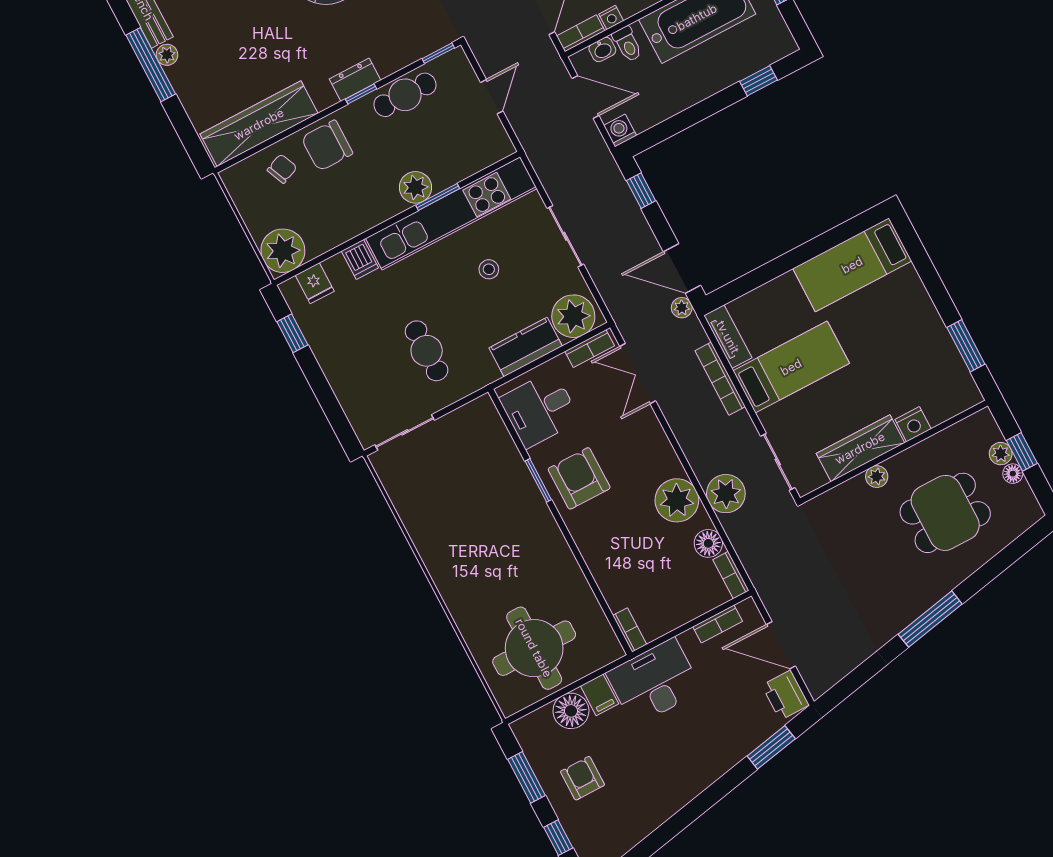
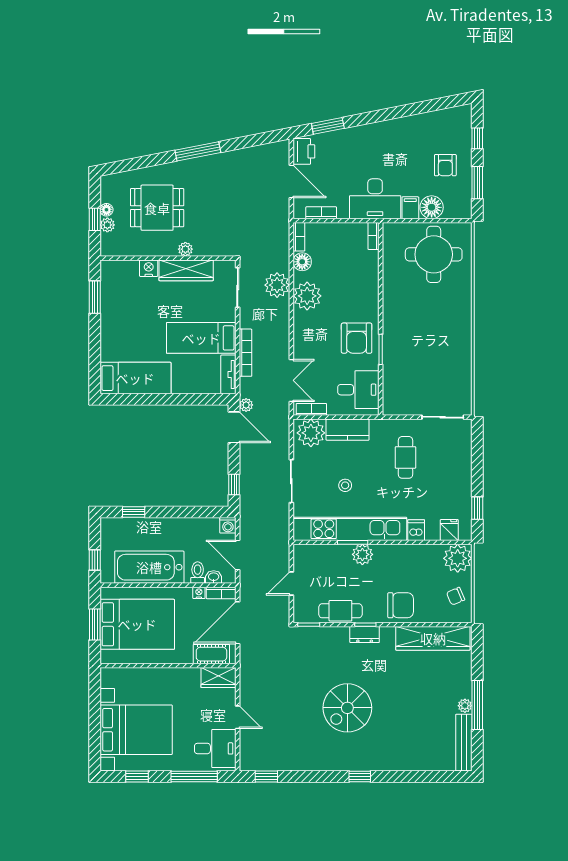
chair: (282, 169) -> (456, 596), moved

